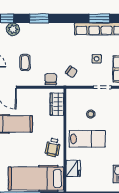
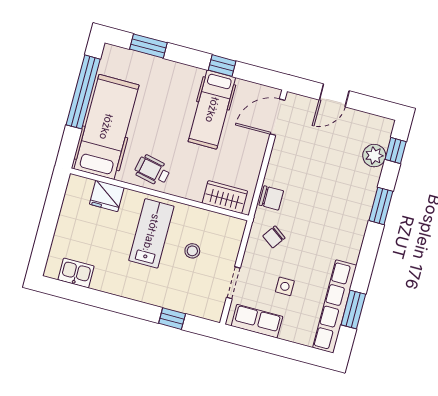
coffee table: (25, 63) -> (311, 161), removed
lab bench: (87, 139) -> (151, 233), turned 180

